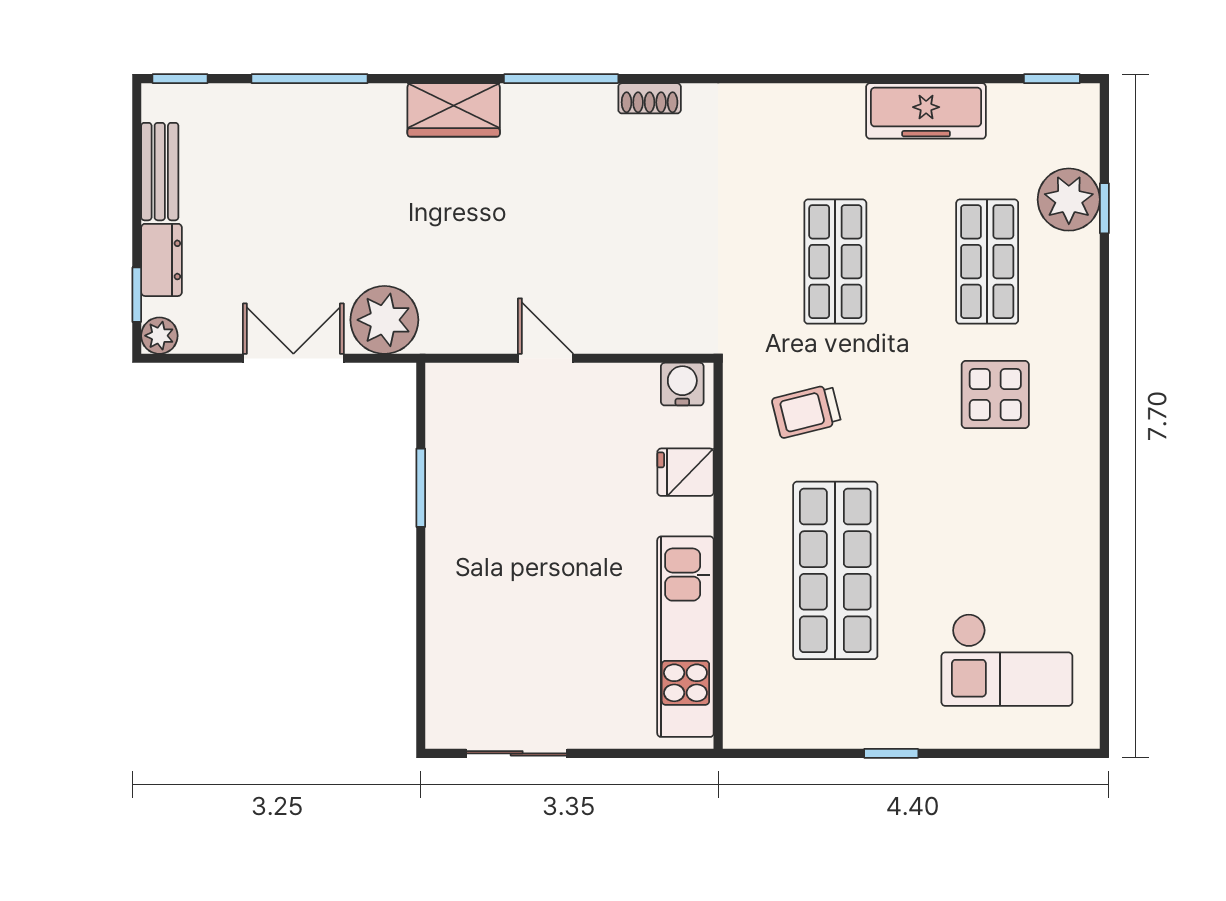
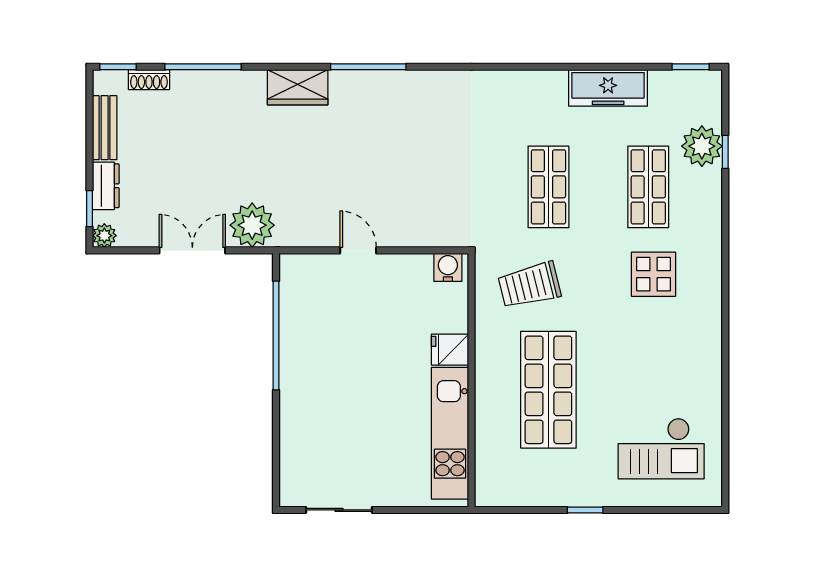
shoe rack: (650, 98) -> (149, 80), moved
trolley: (806, 411) -> (529, 285), width x1.36, depth x1.39
fridge: (686, 472) -> (450, 350), moved
window: (421, 488) -> (276, 335), width x2.11

